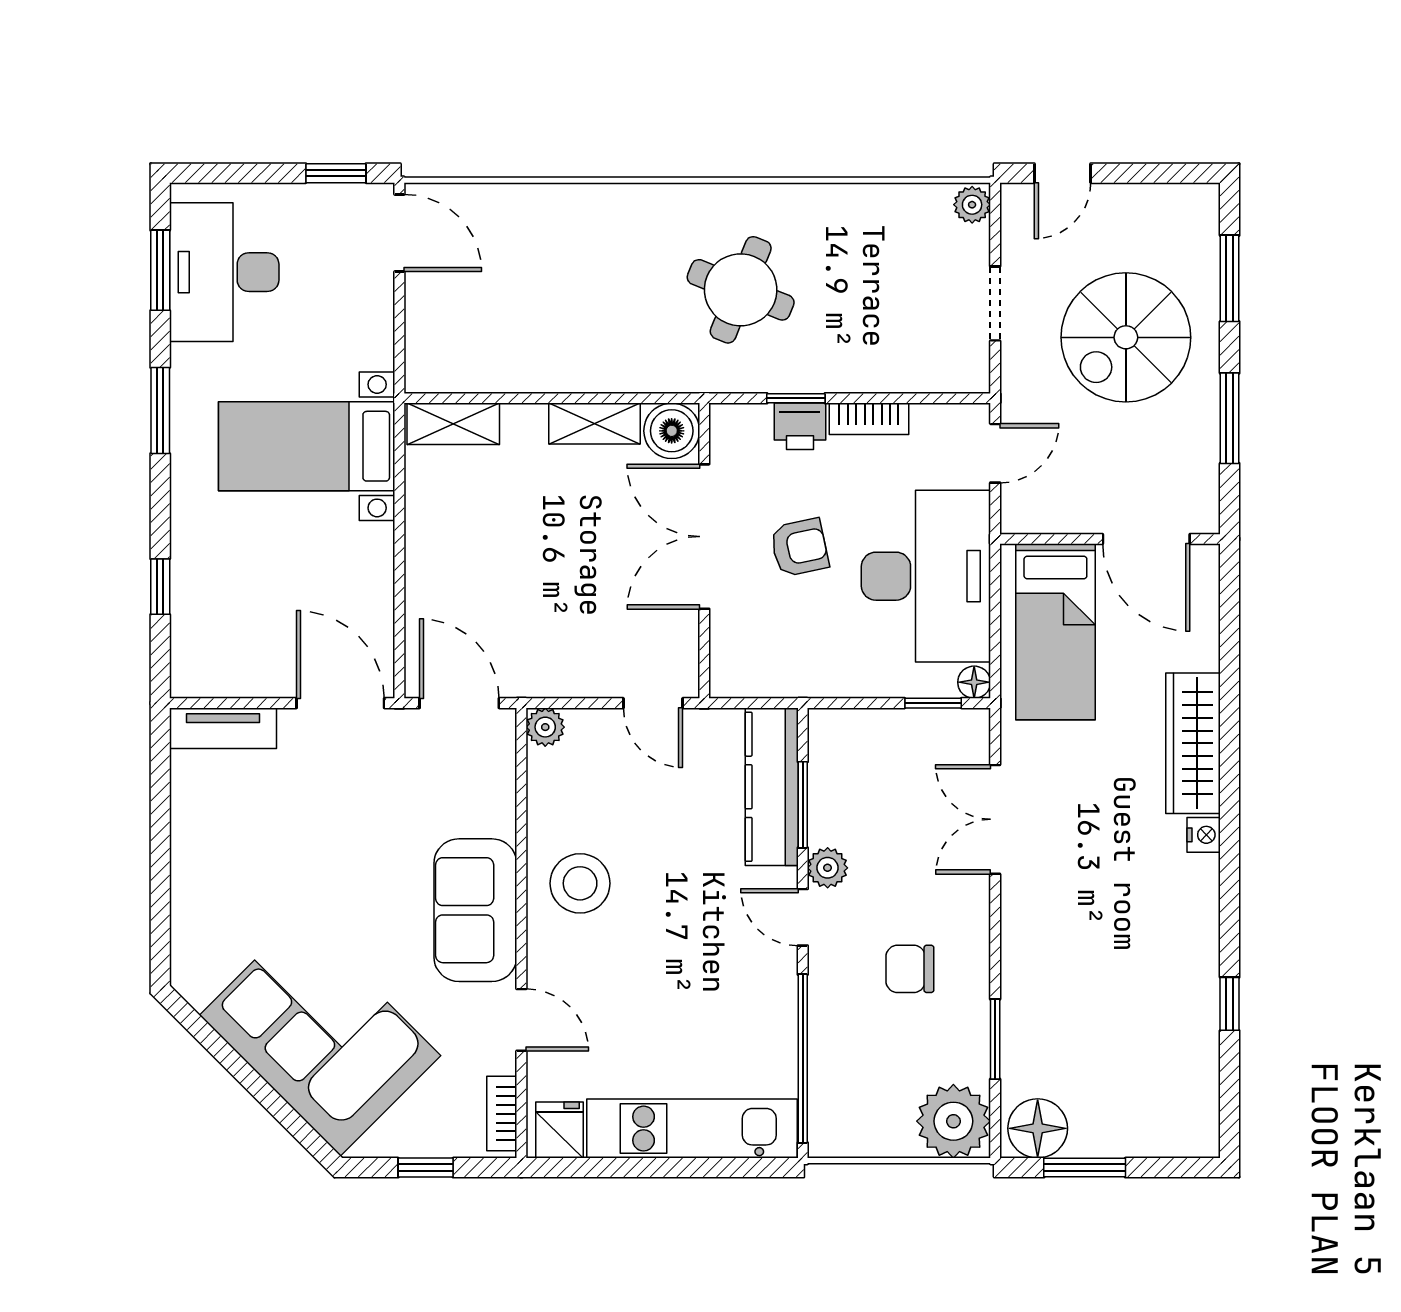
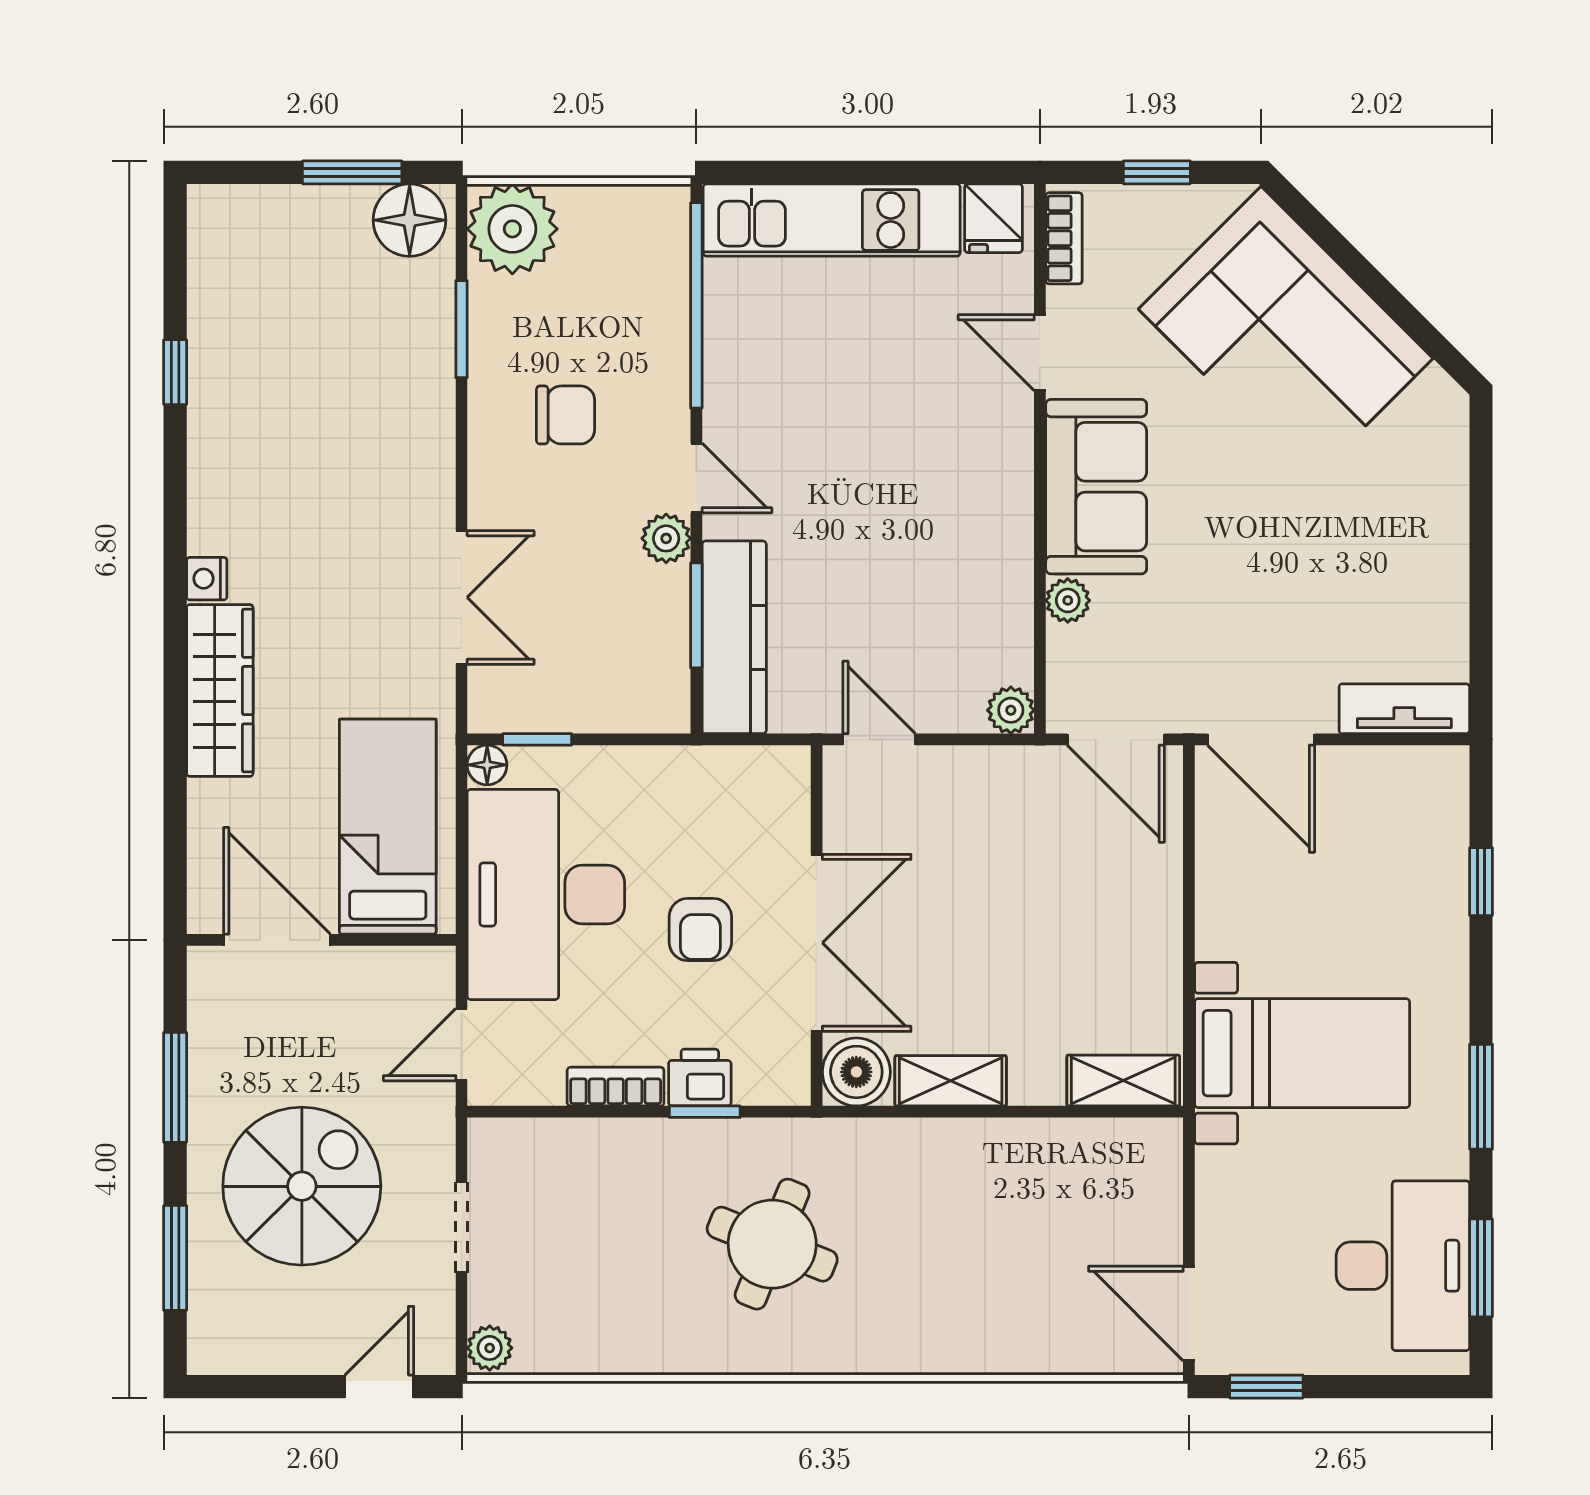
armchair: (799, 547) -> (700, 929), turned -78
plant: (499, 817) -> (1068, 600), added
stool: (580, 883) -> (968, 519), removed

